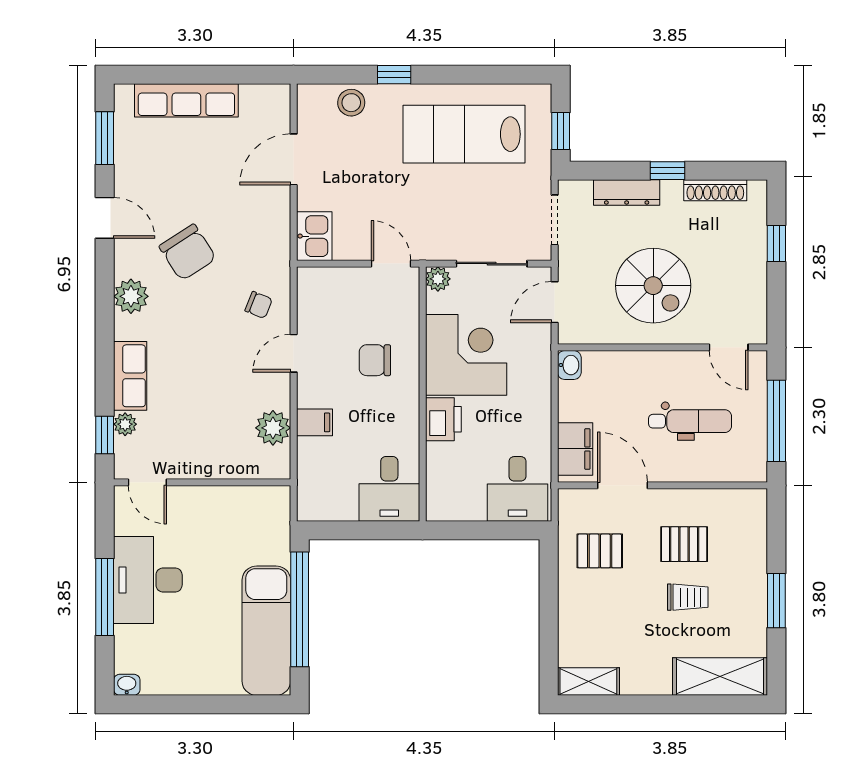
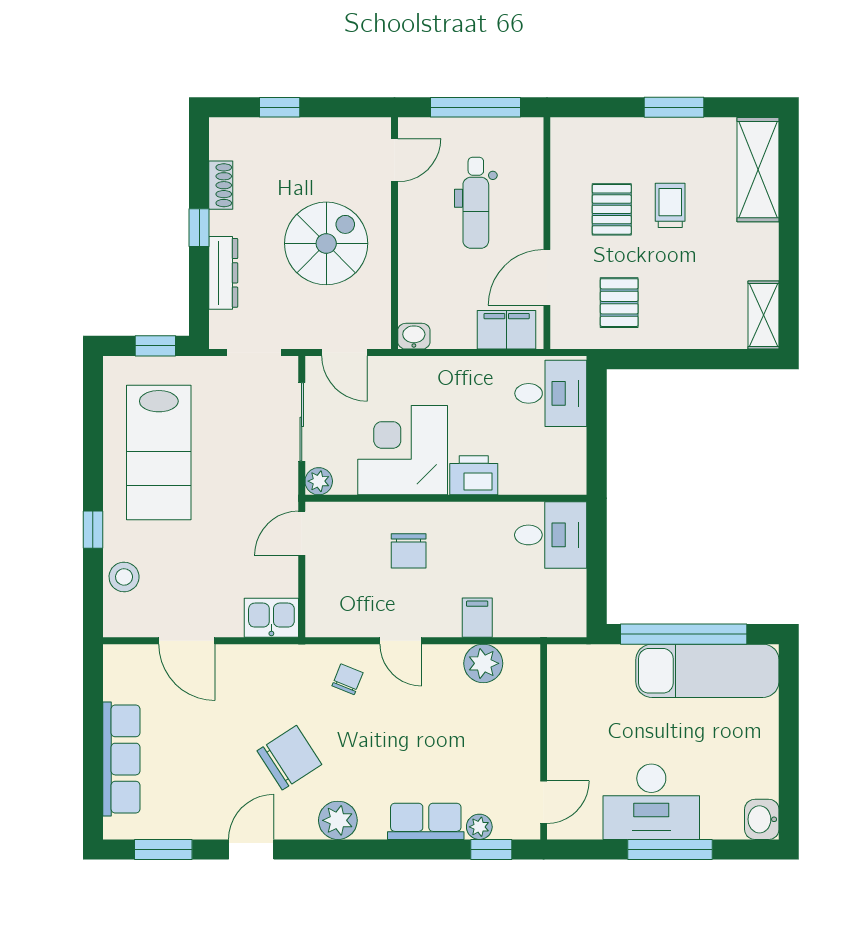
shoe rack: (715, 190) -> (221, 185), width x0.70
dental chair: (690, 421) -> (476, 203), turned 180
washbasin: (127, 685) -> (762, 819), width x1.38, depth x1.45

